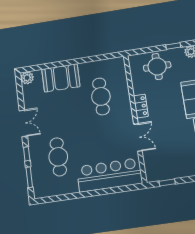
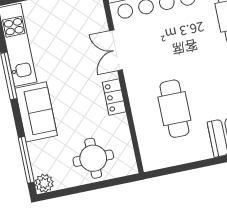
window: (173, 46) -> (71, 191), removed

